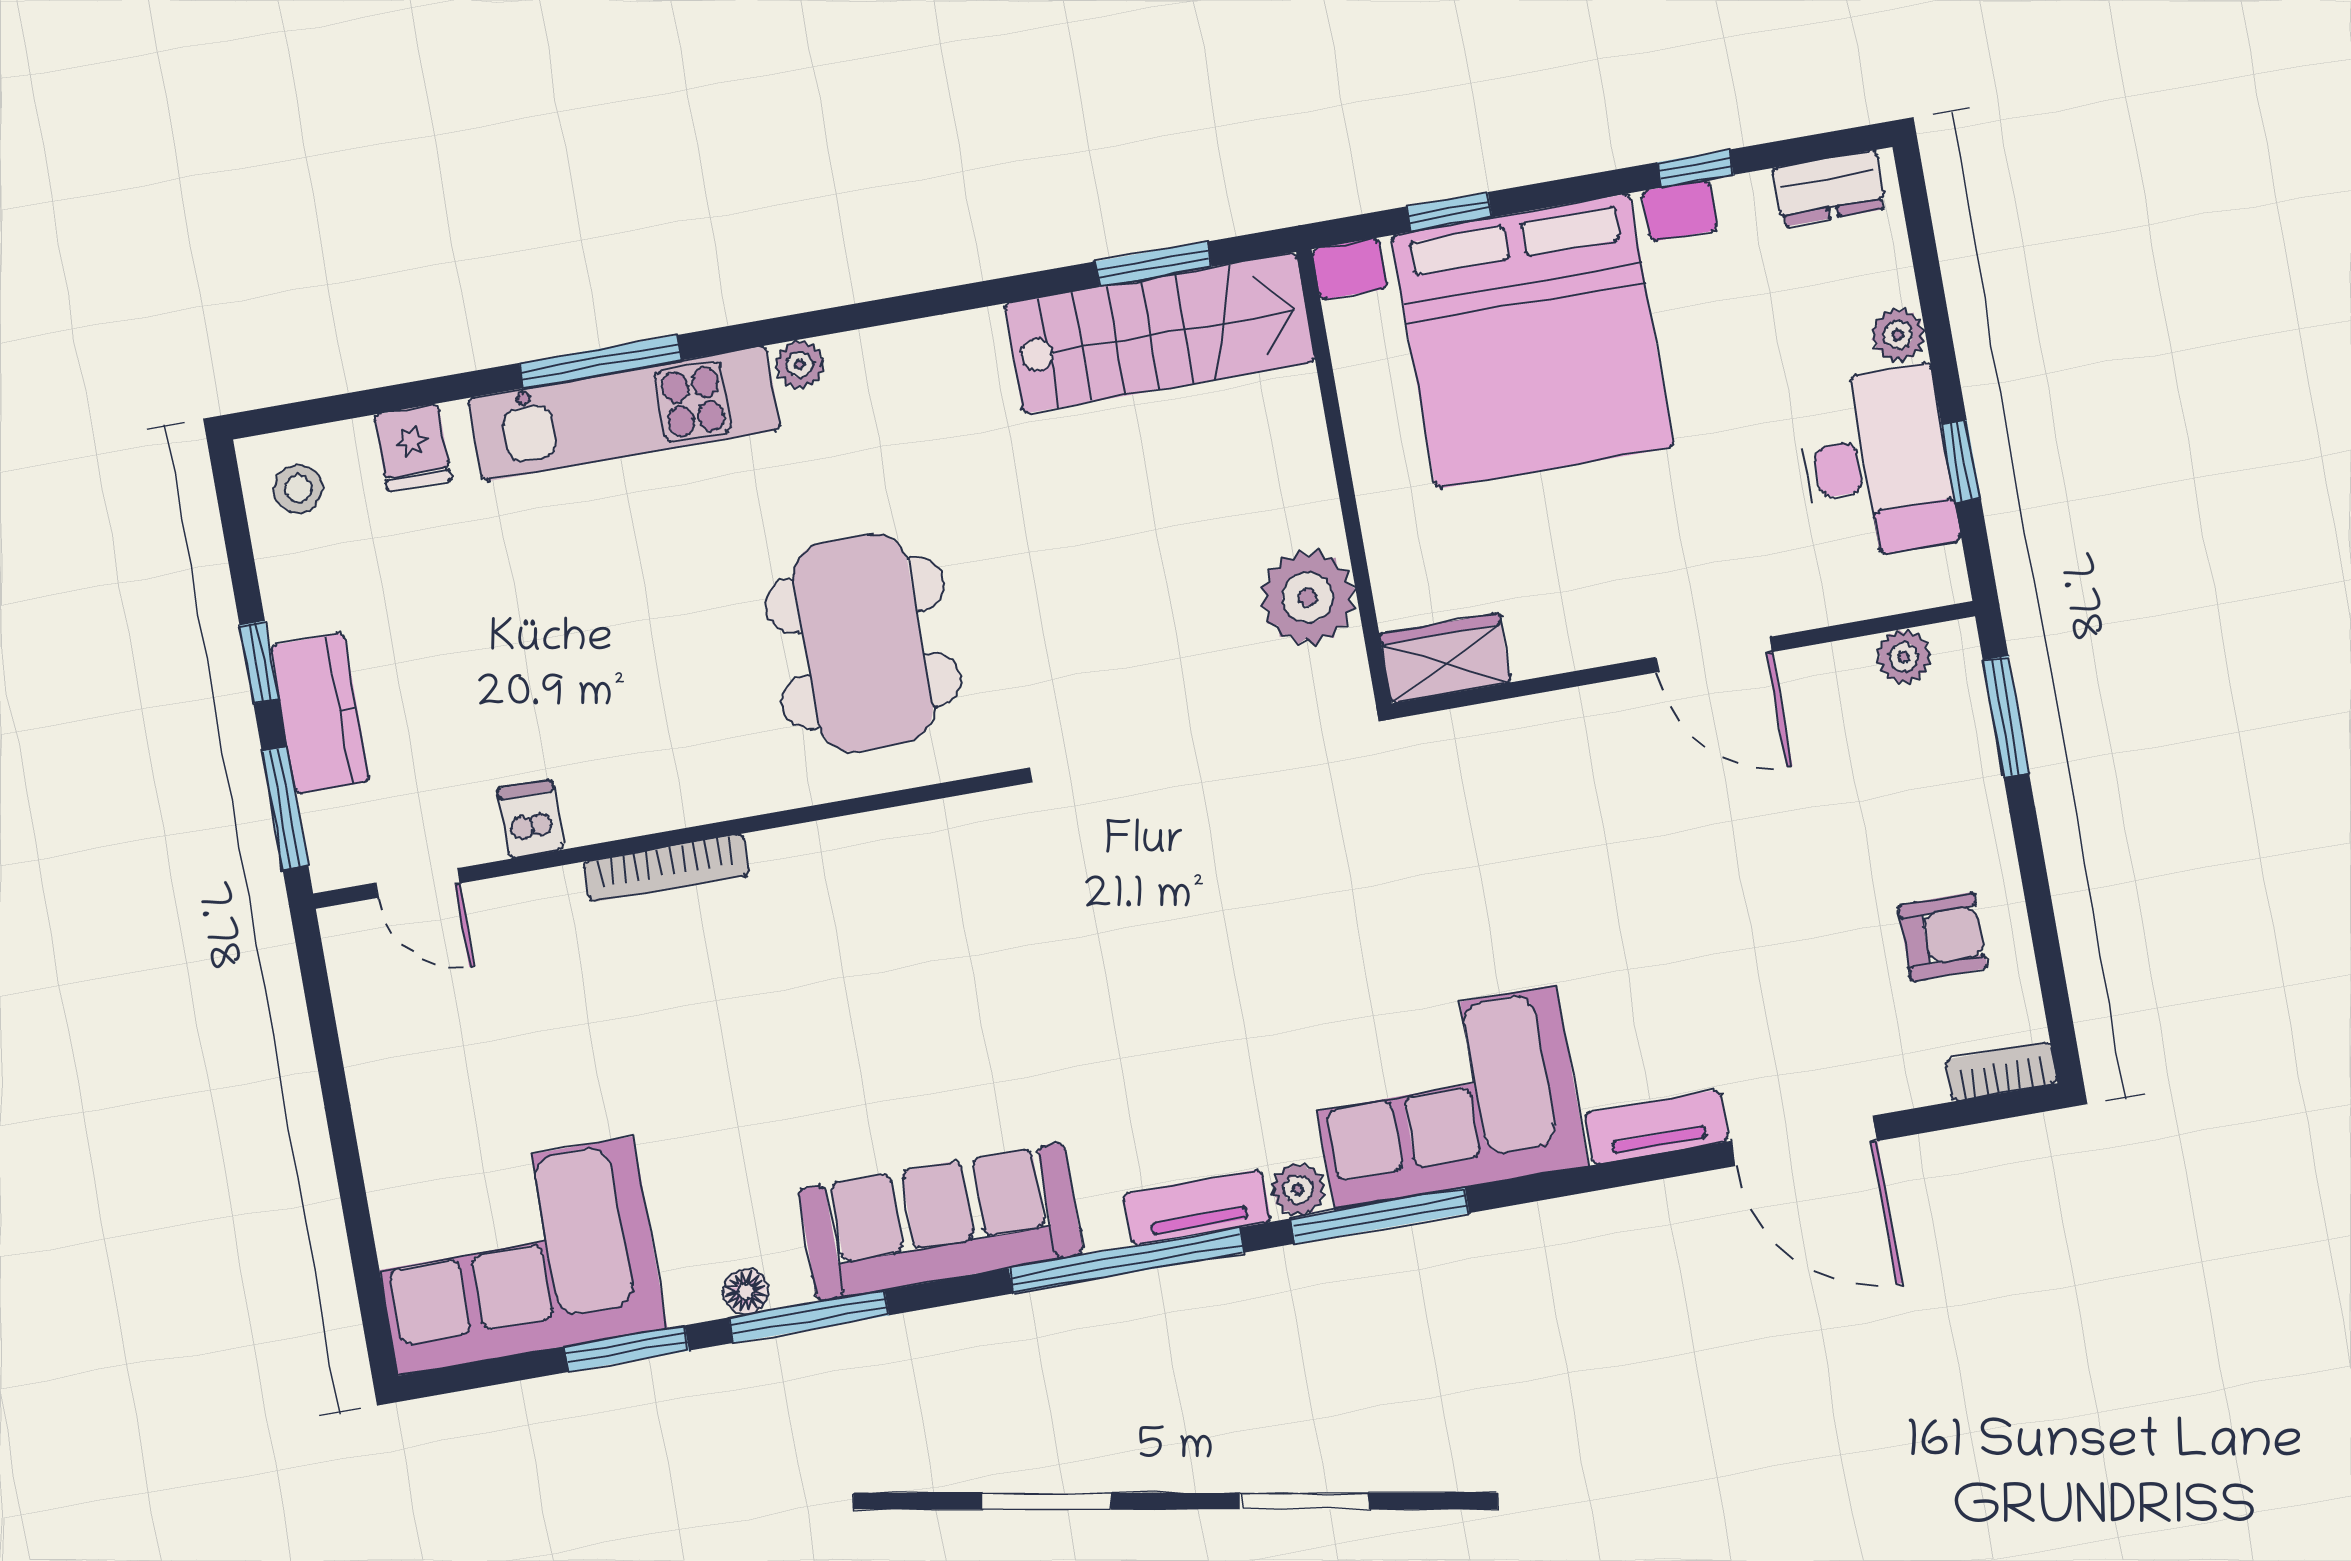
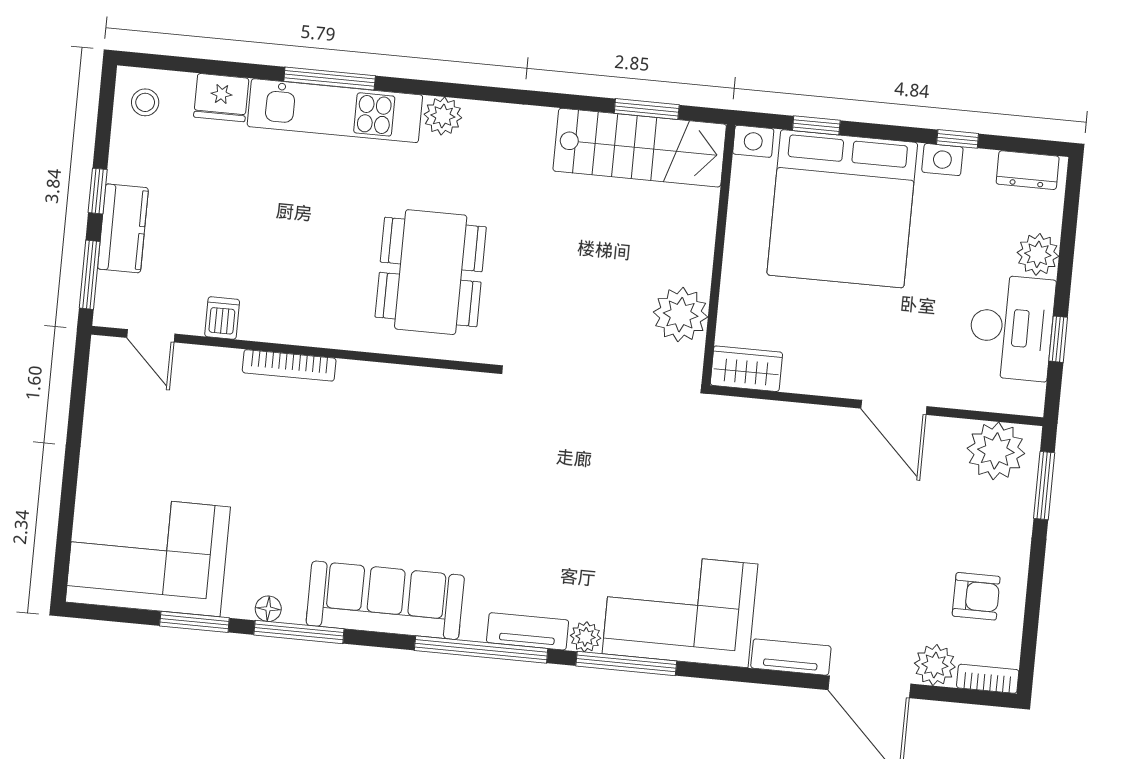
plant: (1898, 335) -> (1038, 254), width x1.38, depth x1.38
plant: (800, 364) -> (443, 116), width x1.38, depth x1.38
fridge: (413, 447) -> (221, 98), width x1.38
plant: (1904, 657) -> (996, 451), width x1.88, depth x1.88
plant: (1905, 1073) -> (935, 665), added

